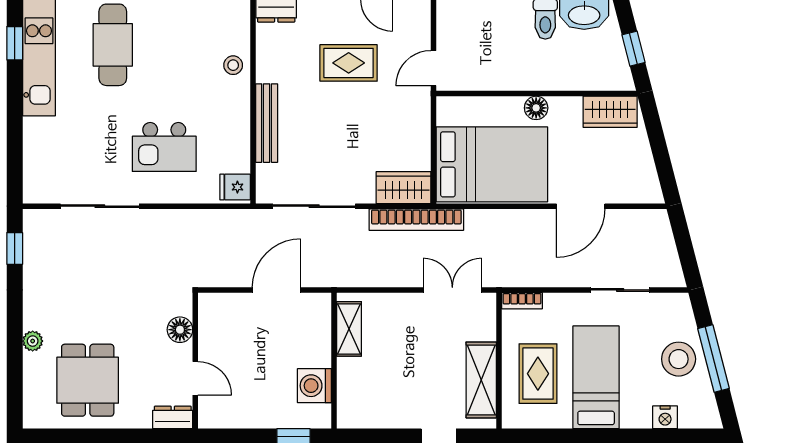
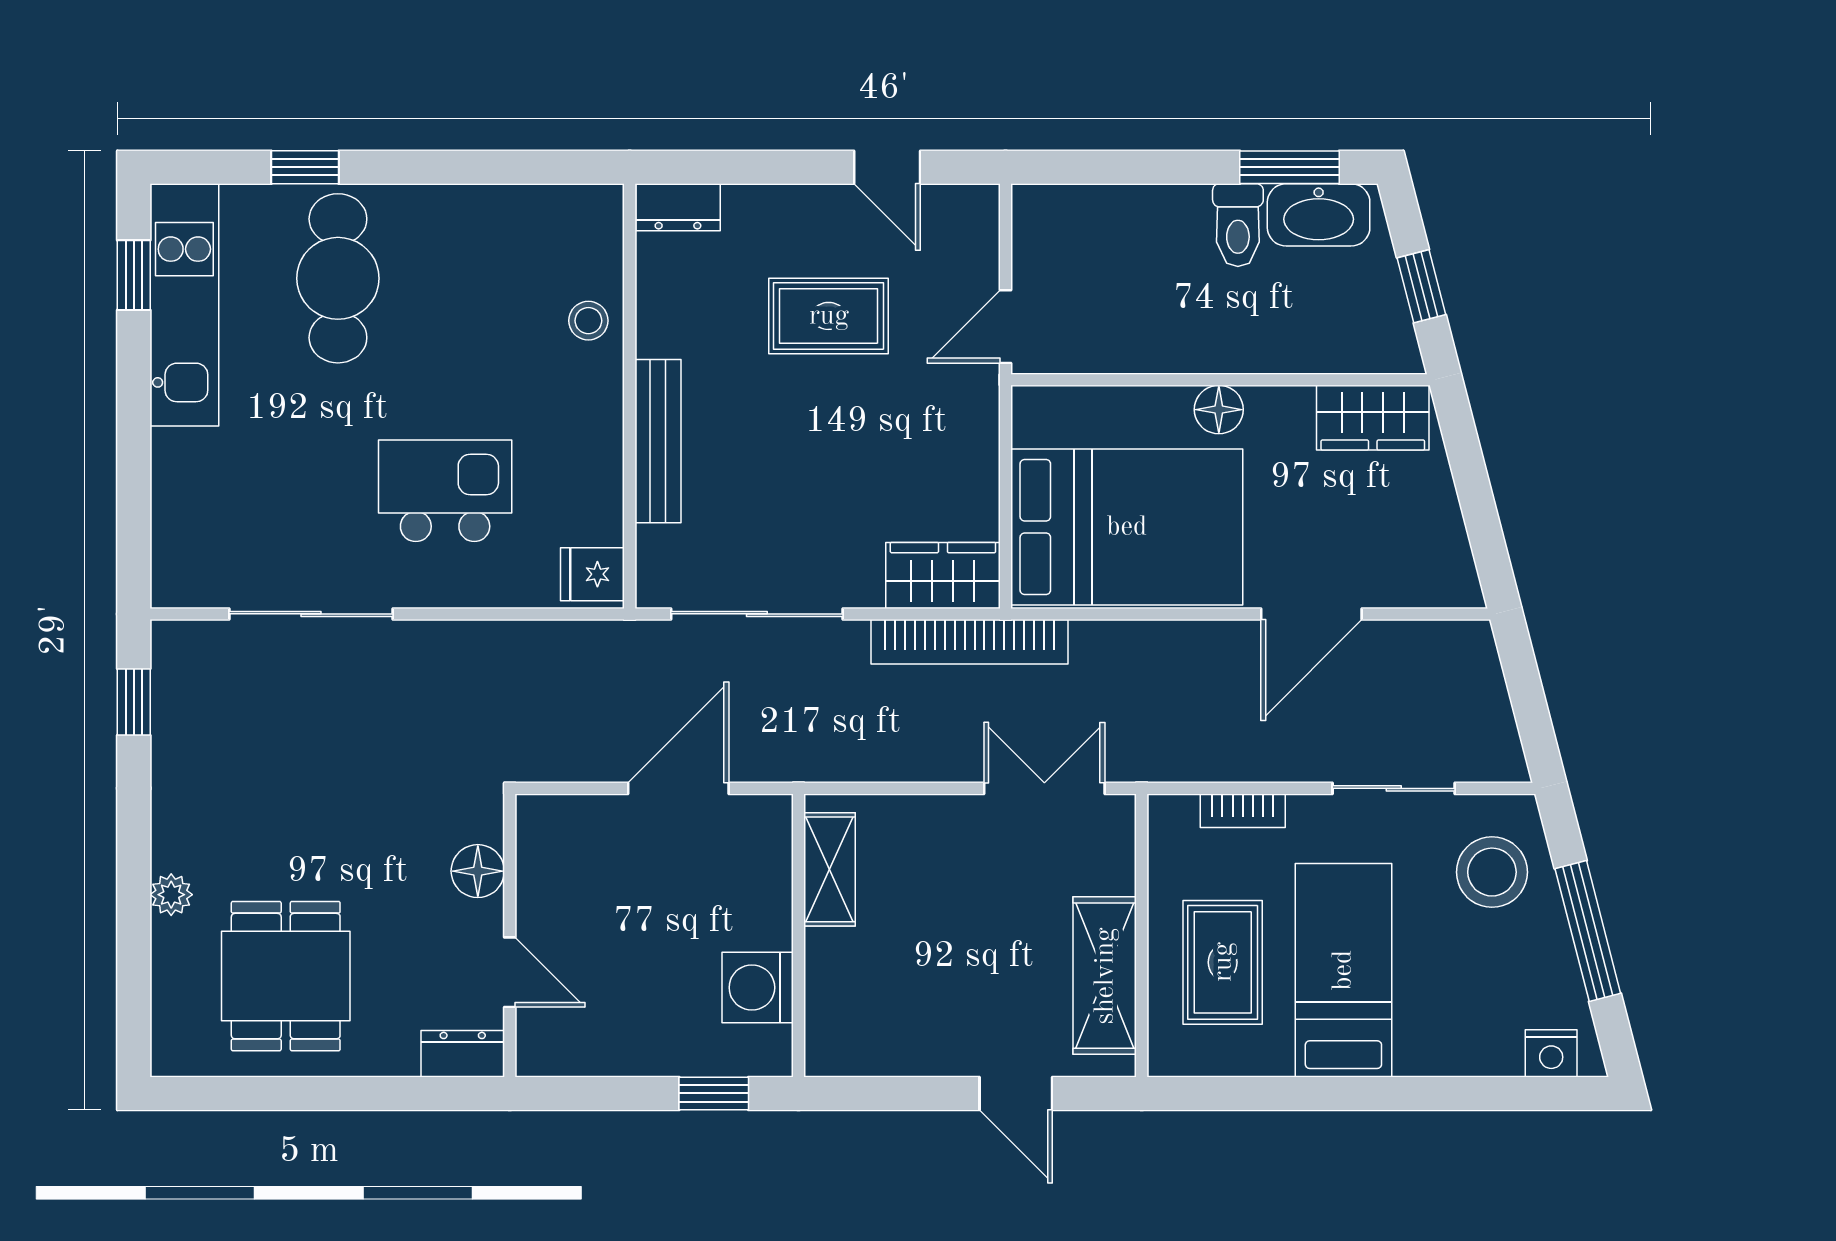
kitchen island: (164, 147) -> (445, 491), turned 180
bookcase: (522, 301) -> (1243, 811), moved
stool: (679, 359) -> (1492, 872), moved
nightstand: (665, 417) -> (1551, 1053), moved

